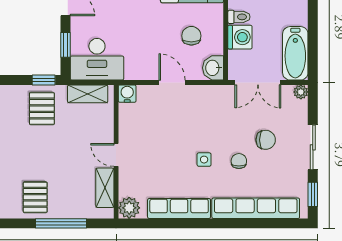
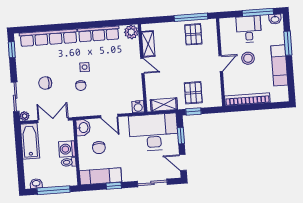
desk: (97, 59) -> (153, 132), width x1.36, depth x1.30
sliding door: (313, 147) -> (15, 97), moved
chair: (239, 161) -> (81, 86), moved
window: (61, 223) -> (191, 17), moved

